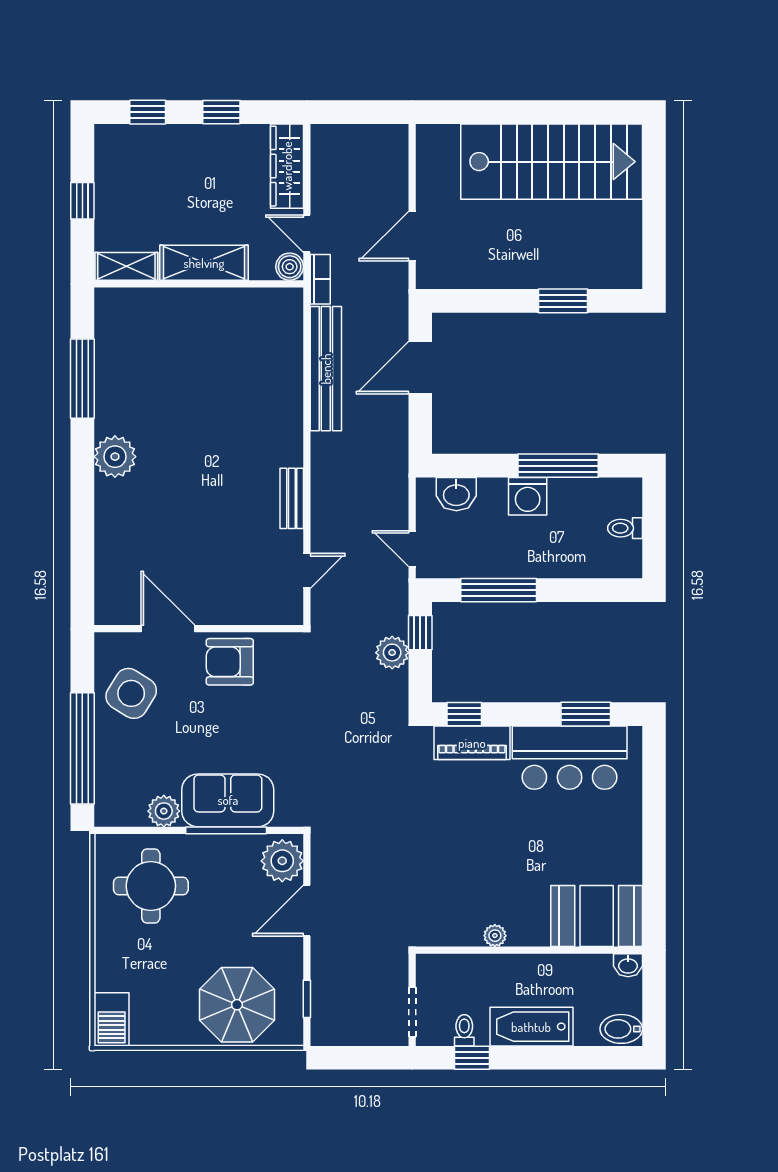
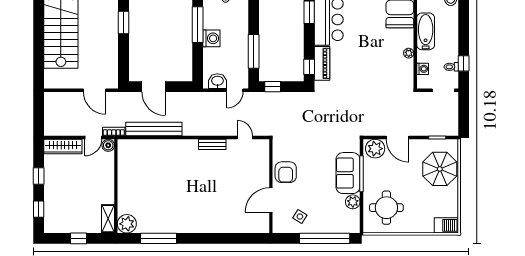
shelving: (204, 263) -> (106, 184), removed
plant: (115, 457) -> (127, 224), moved
washbasin: (456, 494) -> (217, 81), moved, turned -90
plant: (392, 653) -> (282, 99), removed
side table: (131, 693) -> (300, 217), width x0.54, depth x0.54
washing machine: (460, 966) -> (423, 69), added
bathtub: (531, 1027) -> (426, 31), moved, turned 180

